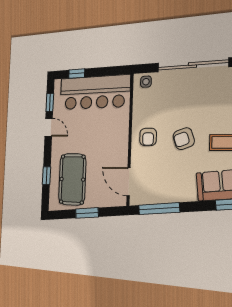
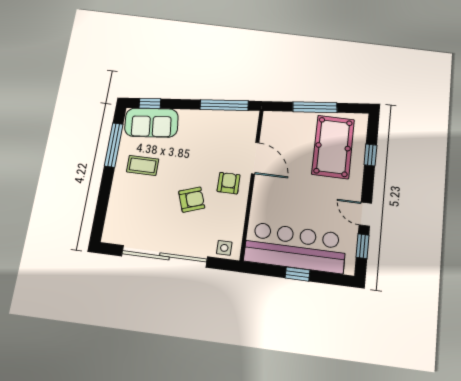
window: (77, 74) -> (297, 274), moved
armchair: (184, 139) -> (192, 200), moved
door: (129, 182) -> (255, 158), moved
window: (87, 213) -> (315, 107), width x1.44

